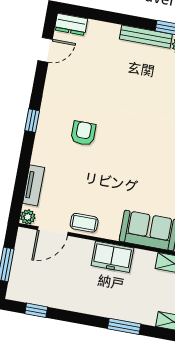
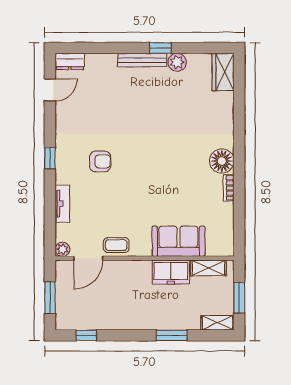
armchair: (83, 133) -> (100, 161), turned 90
tv unit: (34, 185) -> (62, 204), moved
freezer: (112, 257) -> (171, 272), moved

